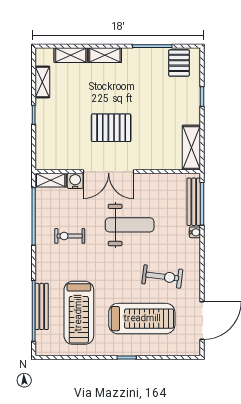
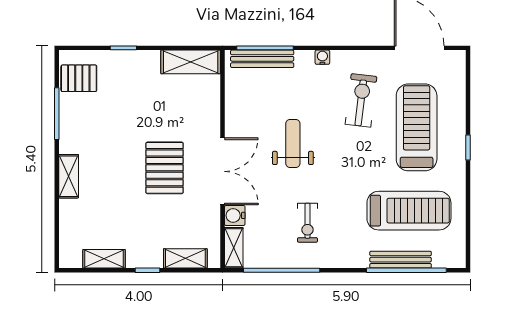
shelving: (71, 55) -> (185, 258), moved, turned 90
weight bench: (130, 225) -> (293, 144), width x0.73, depth x0.75
water cooler: (195, 232) -> (322, 57), moved

